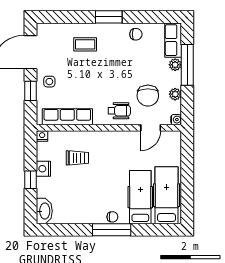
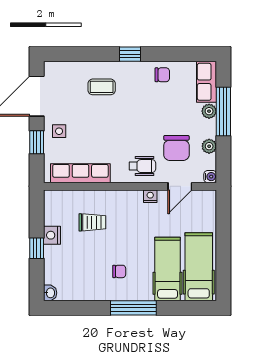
window: (109, 17) -> (130, 54), width x0.67
nightstand: (42, 136) -> (150, 196), moved
washbasin: (44, 211) -> (50, 293), width x0.52, depth x0.69
chair: (112, 217) -> (119, 271), moved

